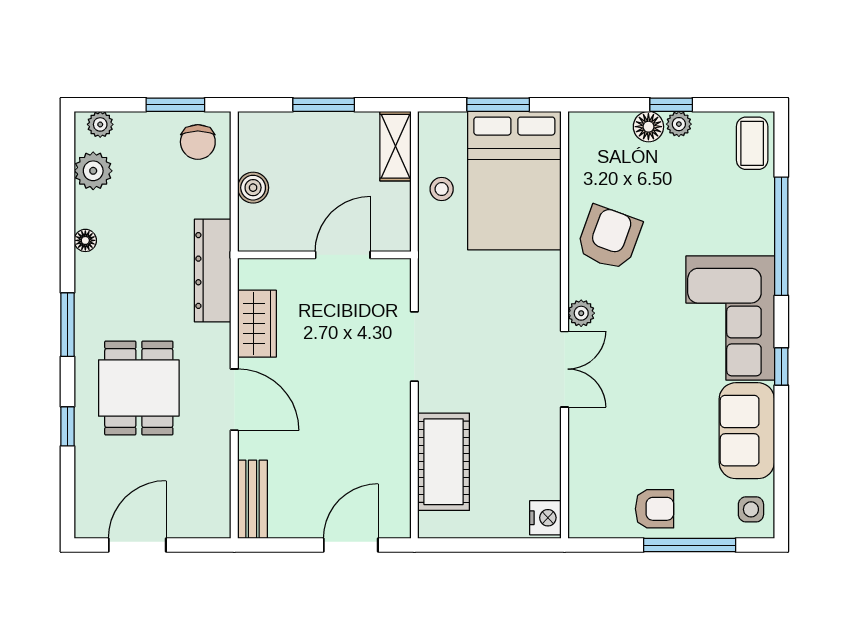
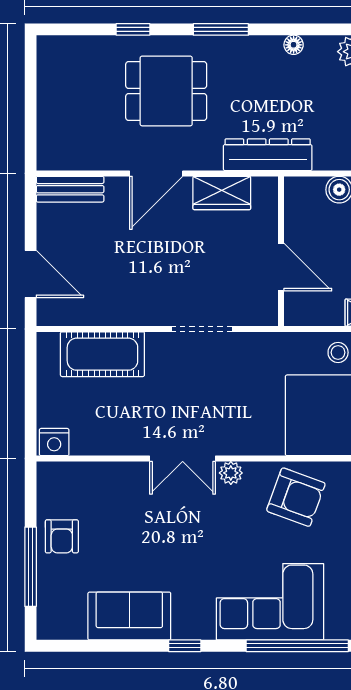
corner sofa: (730, 318) -> (270, 602), moved
side table: (751, 509) -> (61, 620), removed
door: (137, 545) -> (31, 90), removed

